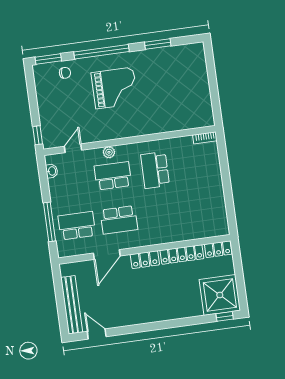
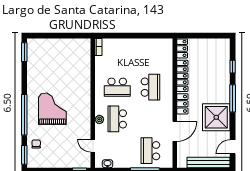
window: (158, 44) -> (24, 52), moved
school desk: (119, 220) -> (150, 87), moved
door: (107, 255) -> (175, 131), hinge flipped
shower: (220, 295) -> (216, 117), moved
window: (225, 316) -> (233, 67), moved
window: (161, 325) -> (233, 98), added

